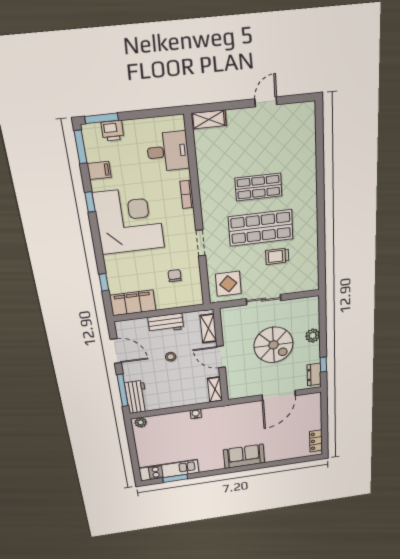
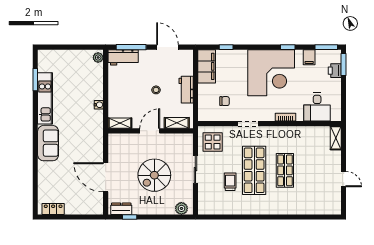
plant: (313, 336) -> (181, 208), moved
door: (116, 351) -> (168, 47), swing flipped
kitchen unit: (169, 470) -> (45, 98), moved

